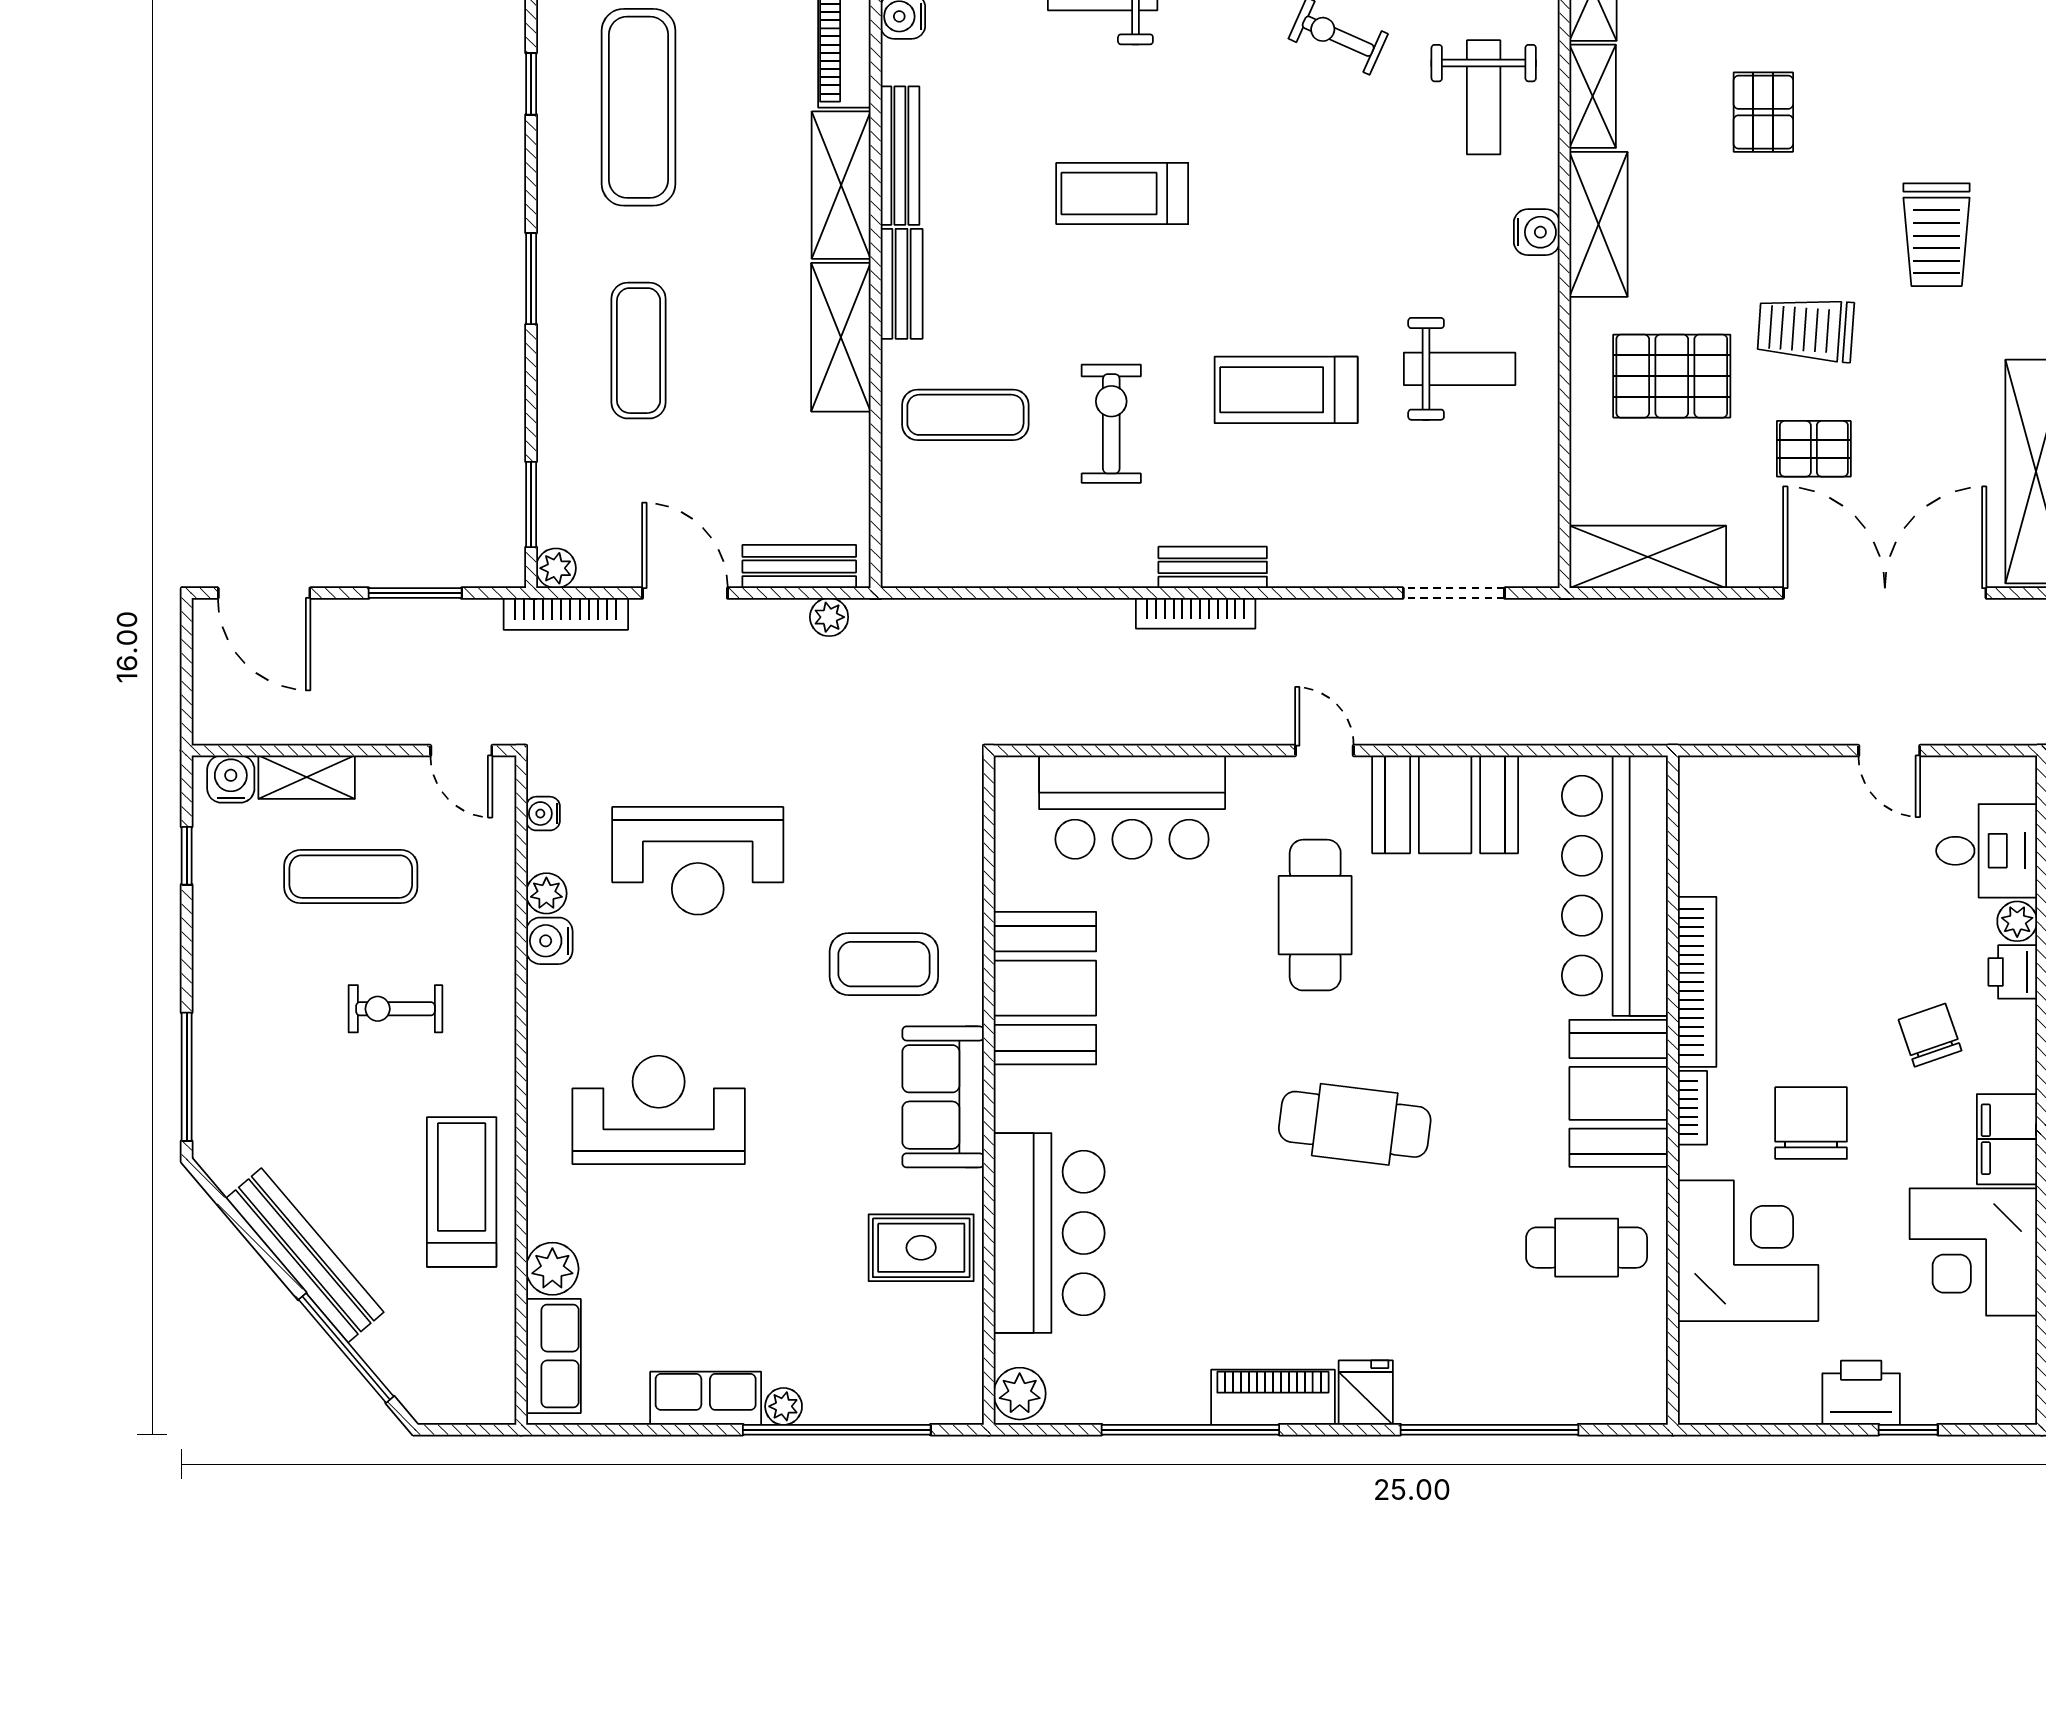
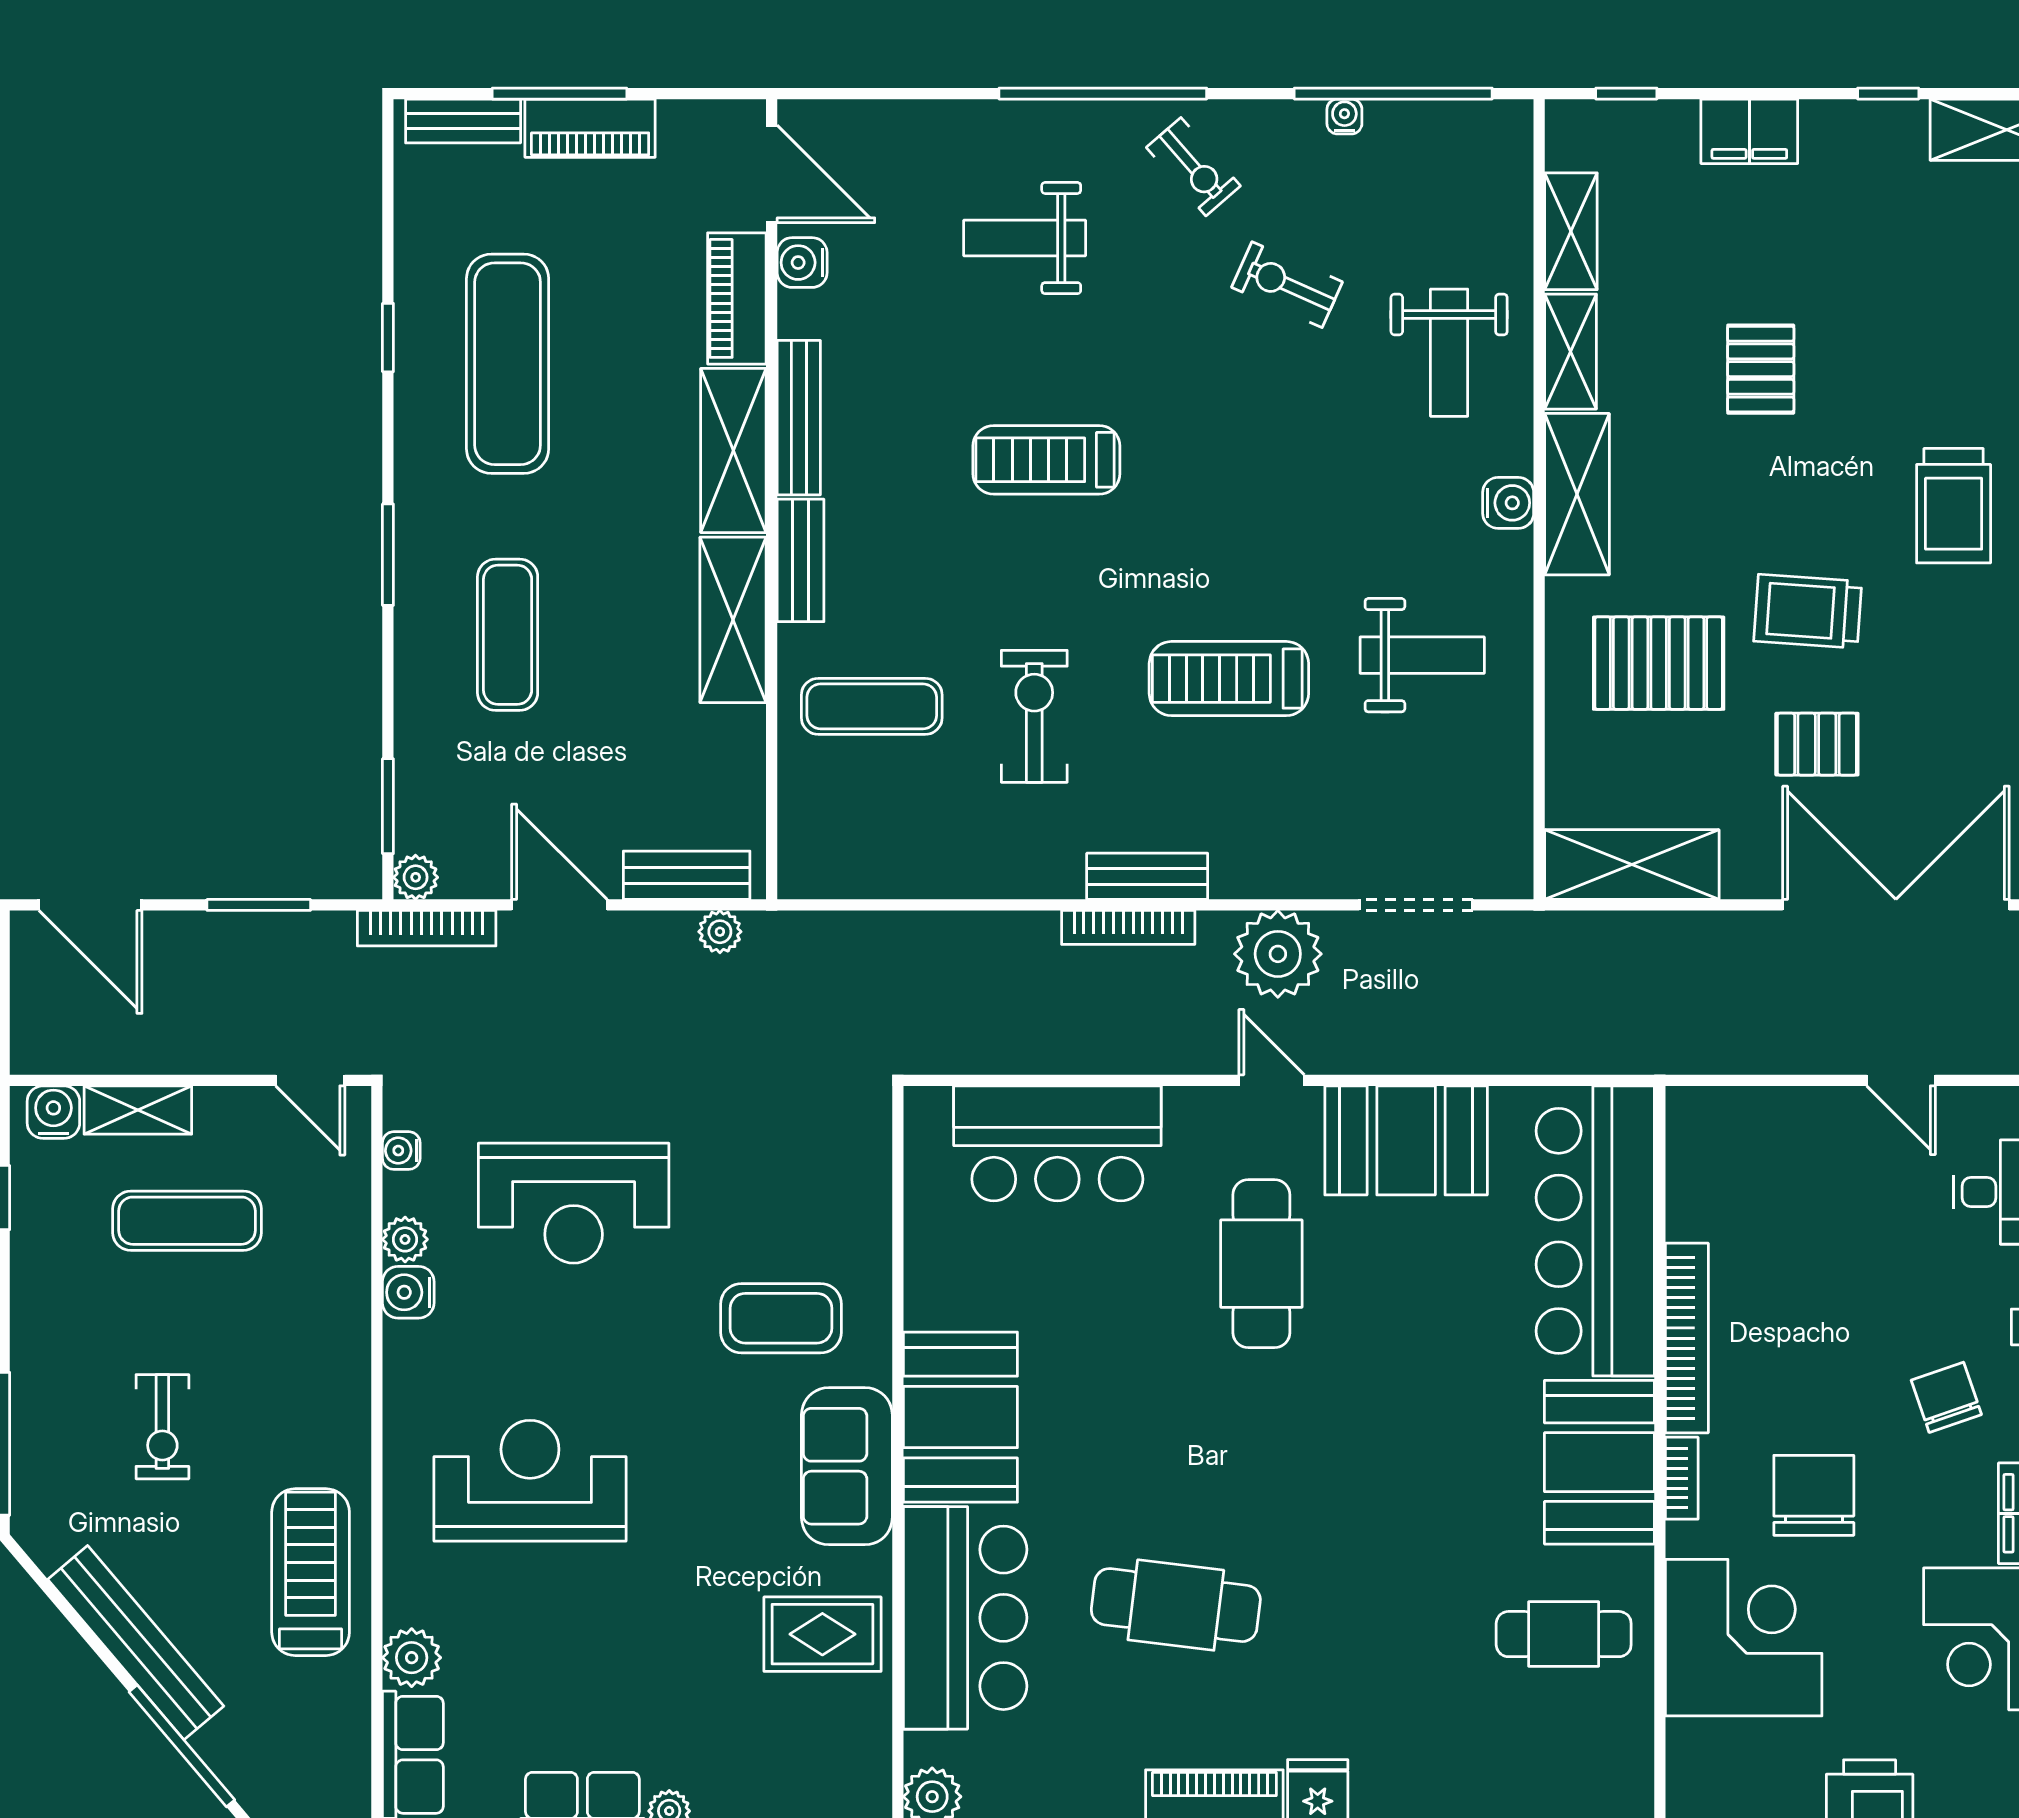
plant: (1330, 637) -> (1278, 954), added
booth: (1045, 988) -> (960, 1417), moved
exercise bike: (395, 1009) -> (162, 1427), moved, turned -90
cafe table: (1355, 1124) -> (1176, 1605), moved

